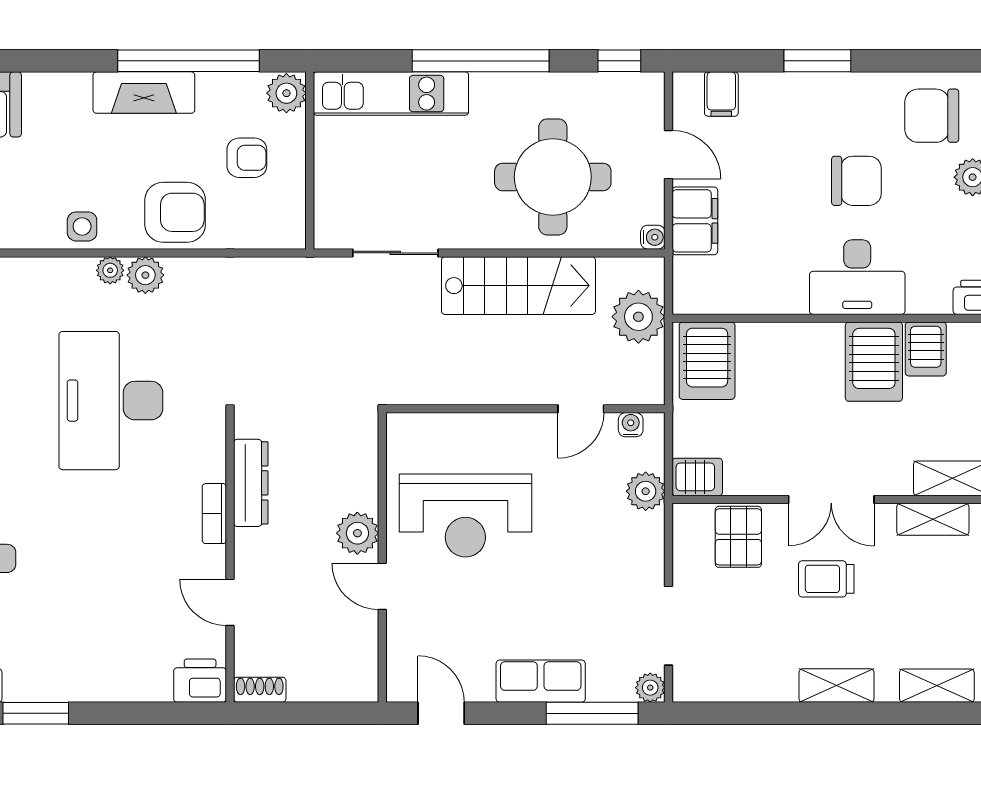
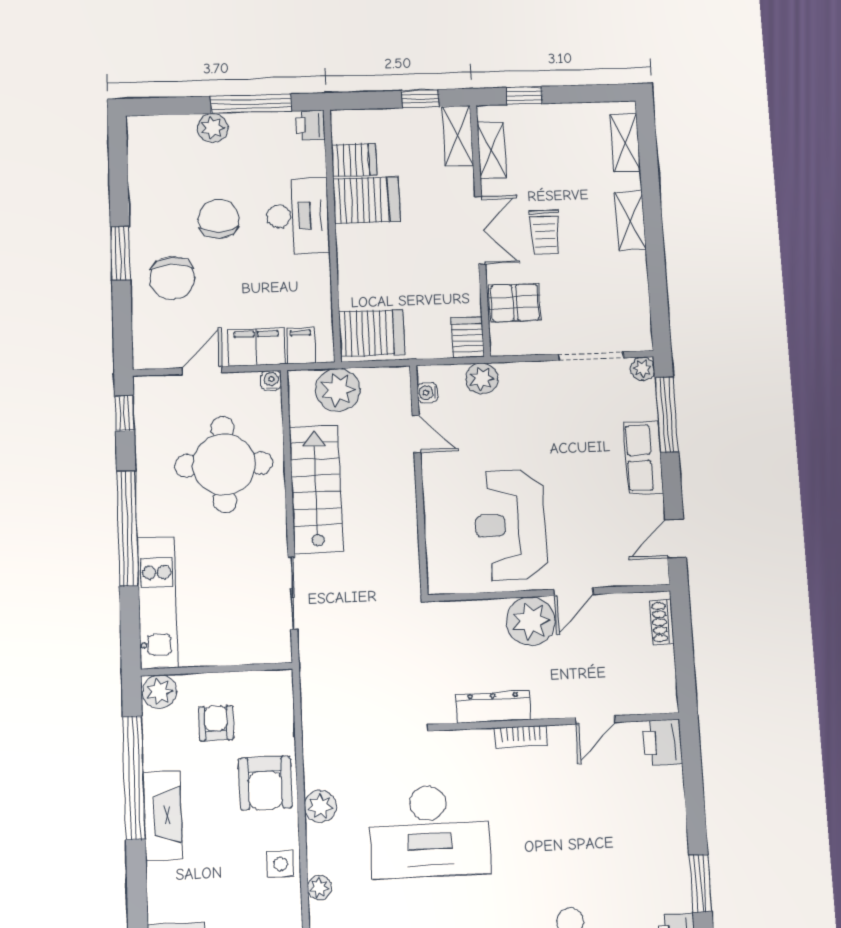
filing cabinet: (721, 94) -> (301, 346), moved, turned -90
chair: (932, 116) -> (172, 278), moved
armchair: (175, 212) -> (265, 783), turned 180
plant: (110, 270) -> (319, 888), moved
reception desk: (465, 516) -> (510, 525), turned 180
plant: (357, 533) -> (531, 621), width x1.36, depth x1.36
shoe rack: (260, 690) -> (662, 622), moved

